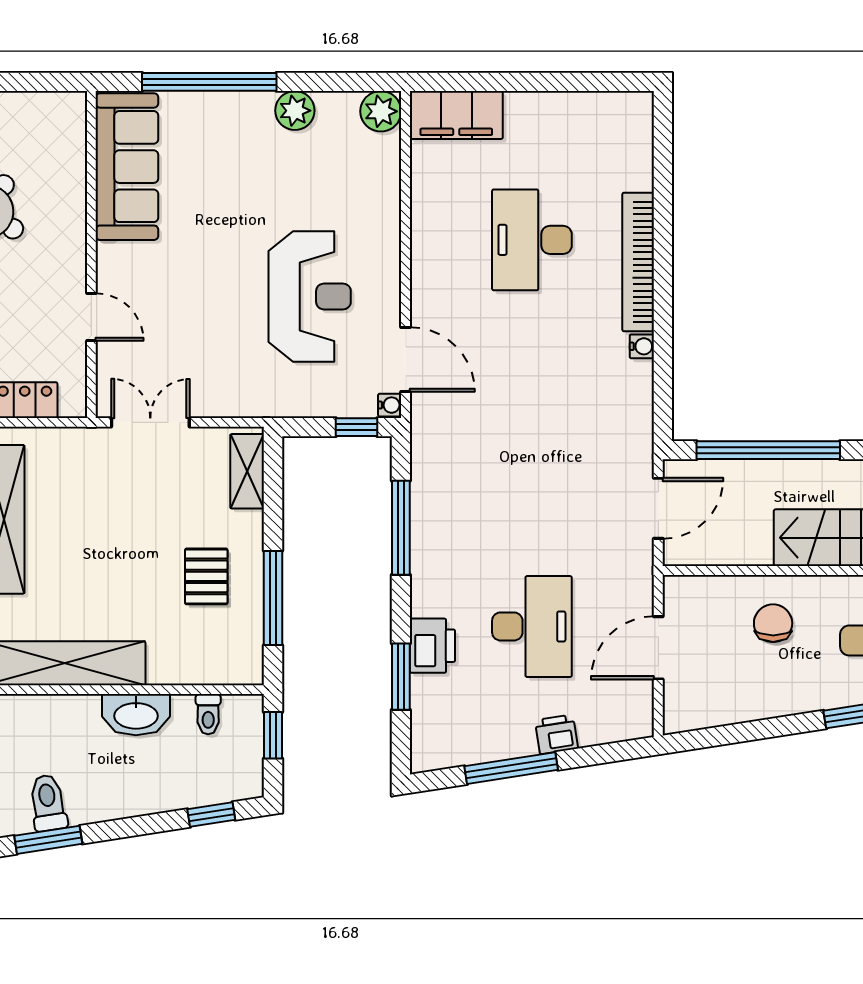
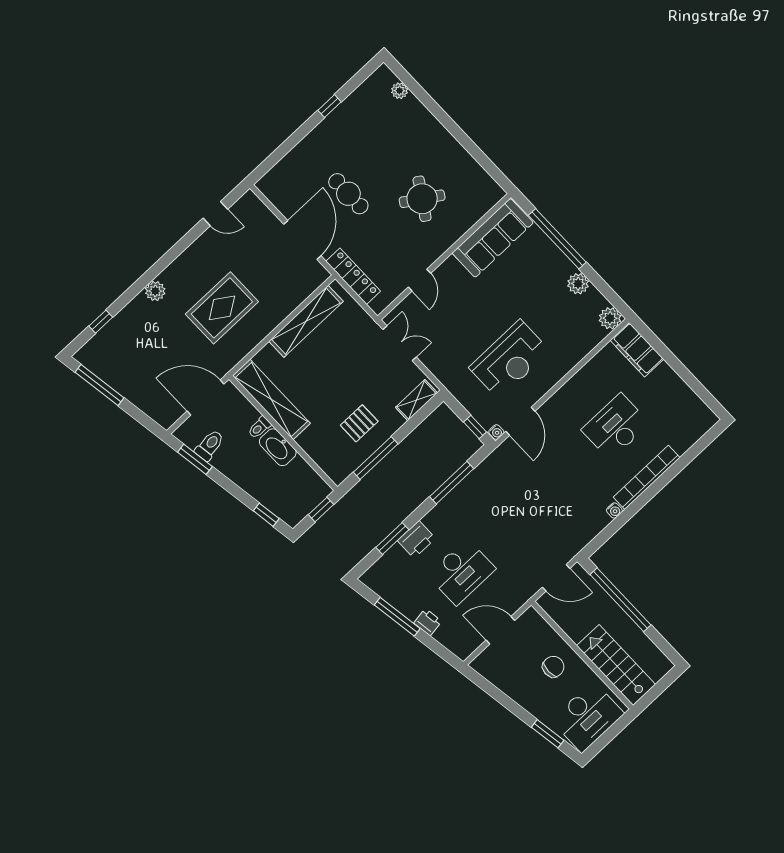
toilet: (208, 714) -> (259, 427), moved

